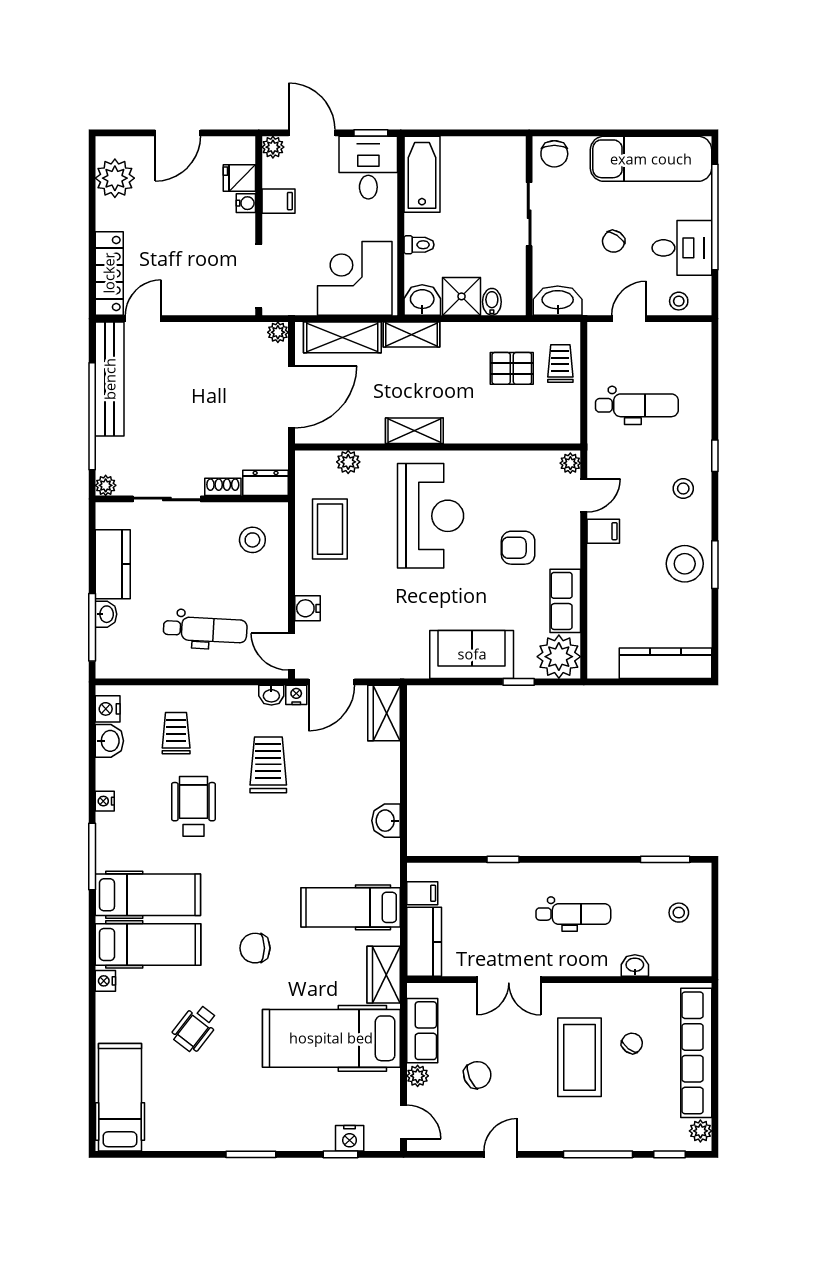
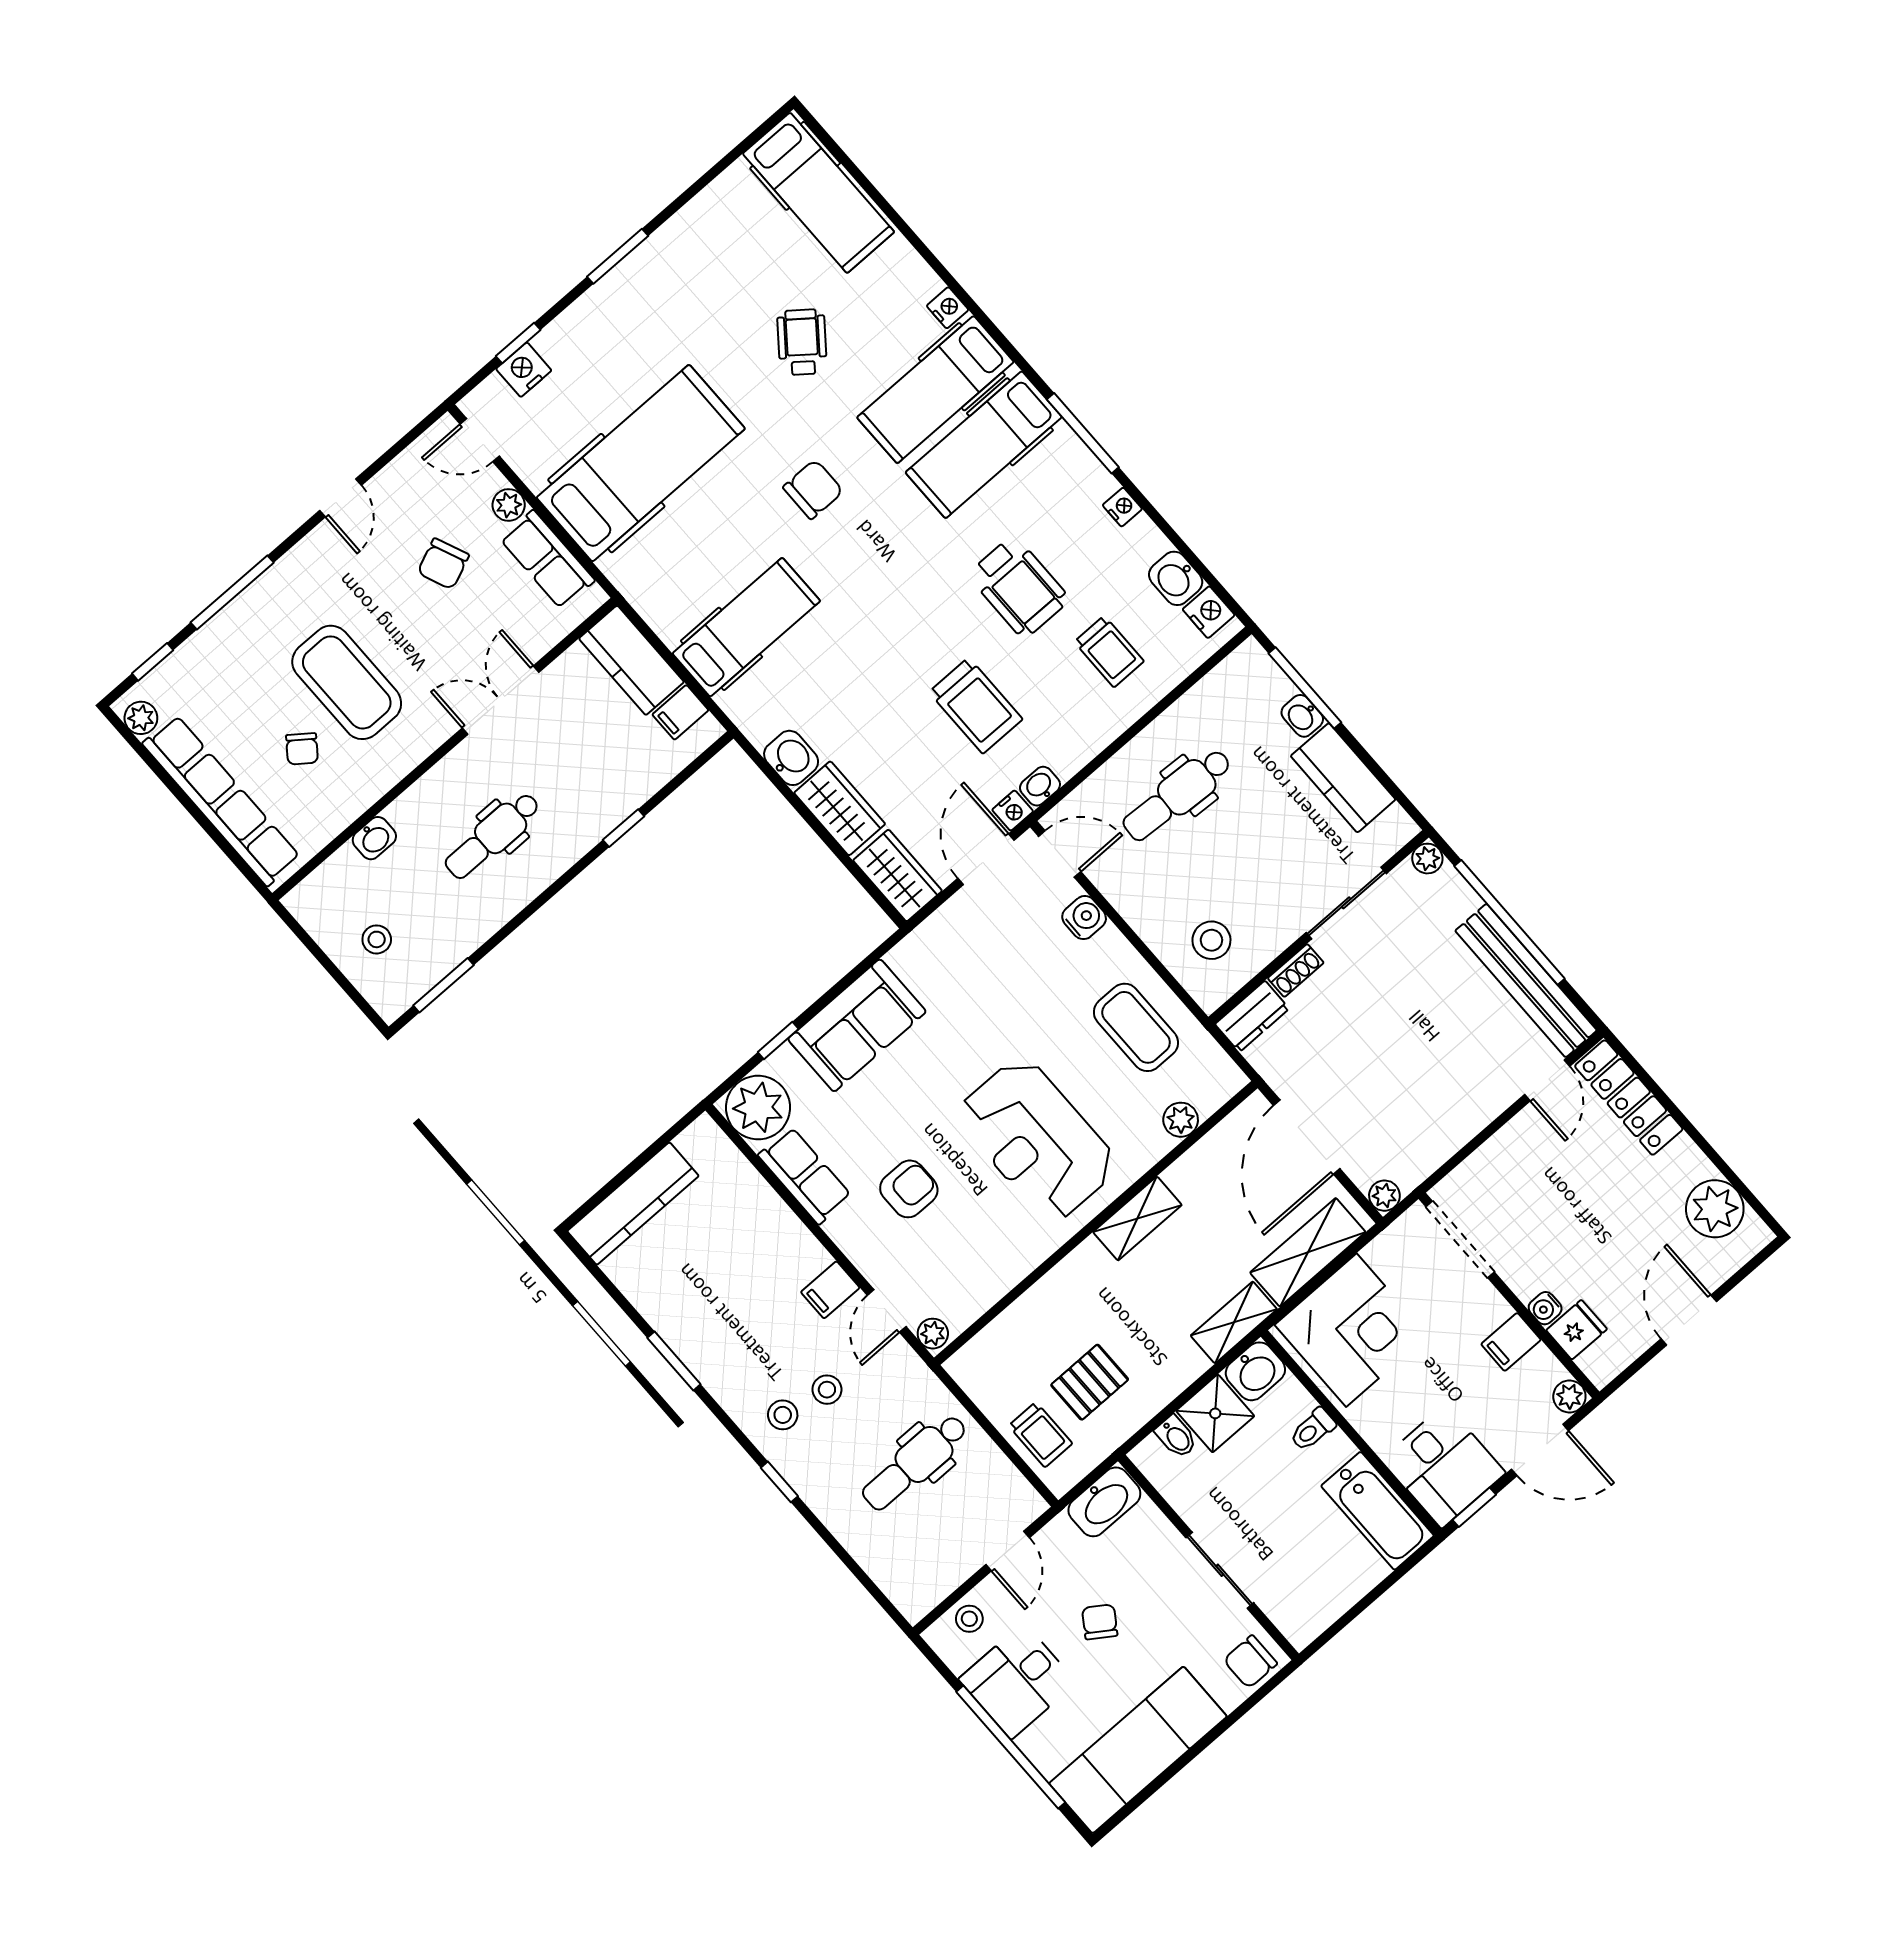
chair: (554, 154) -> (1250, 1662), turned -90
stool: (685, 564) -> (827, 1390), moved, width x0.53, depth x0.53
wardrobe: (384, 975) -> (840, 808), moved

